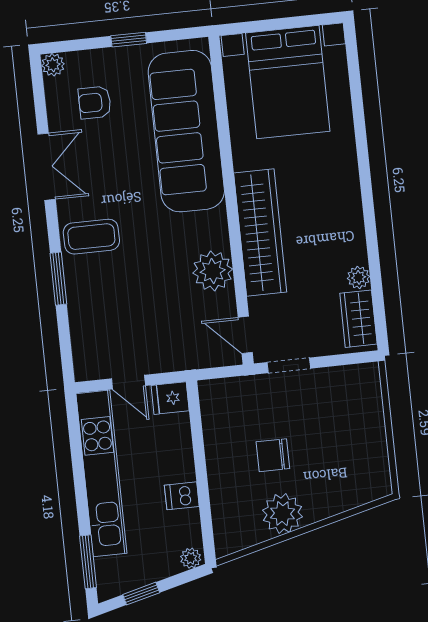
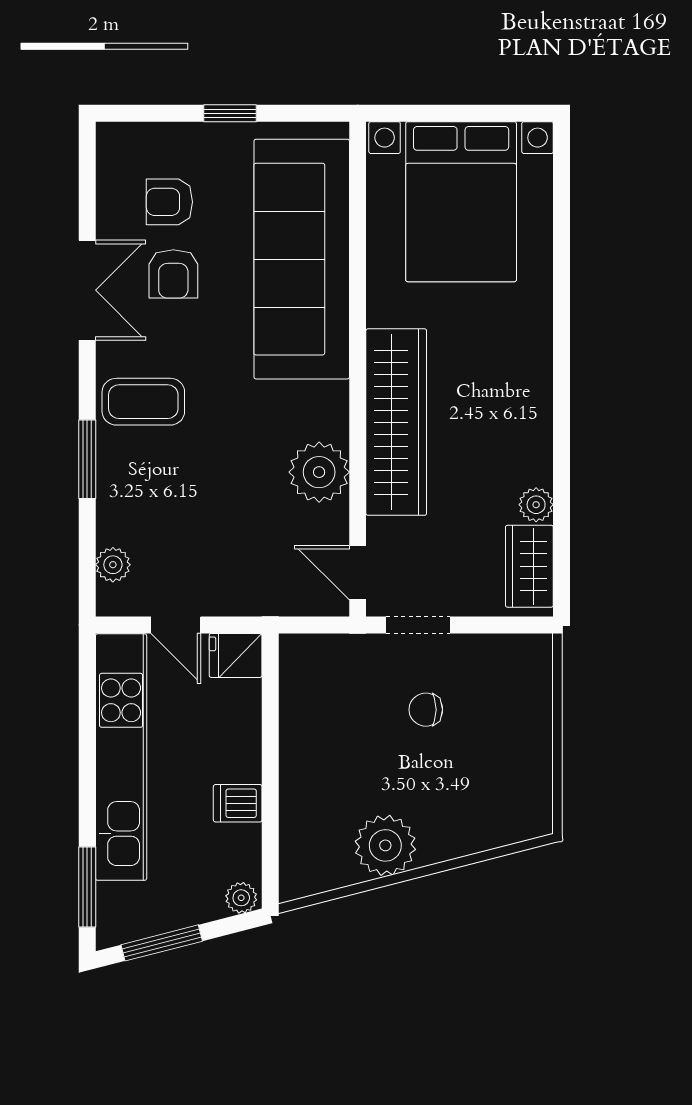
plant: (53, 65) -> (113, 565), moved
armchair: (102, 150) -> (173, 274), added
chair: (273, 455) -> (426, 710), moved, width x0.73, depth x0.73
window: (141, 594) -> (162, 943), width x1.50

